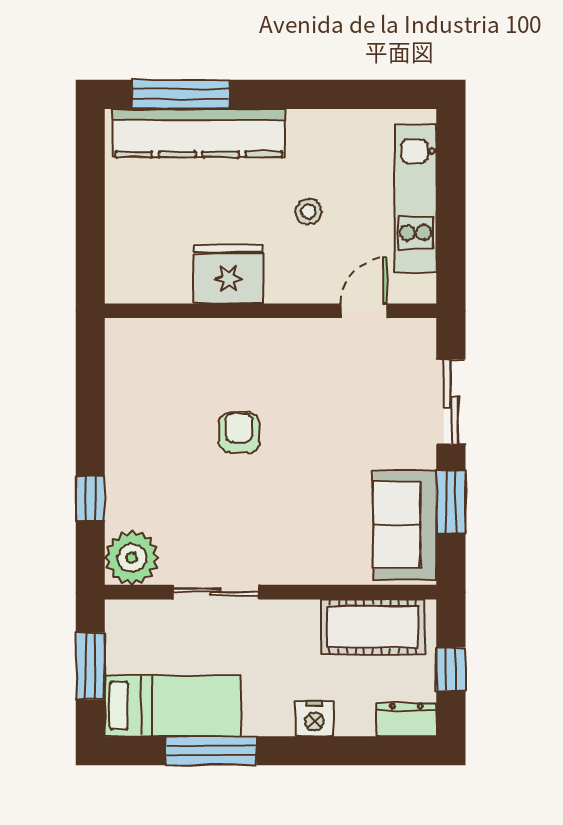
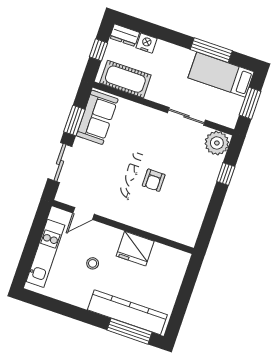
nightstand: (314, 719) -> (146, 43), moved

